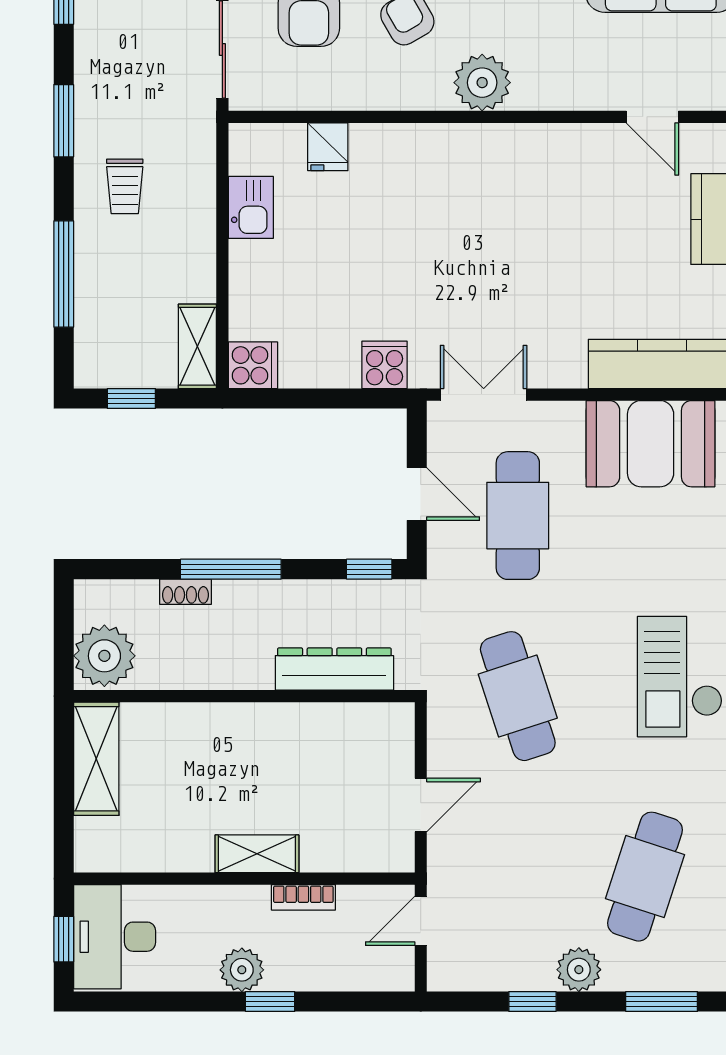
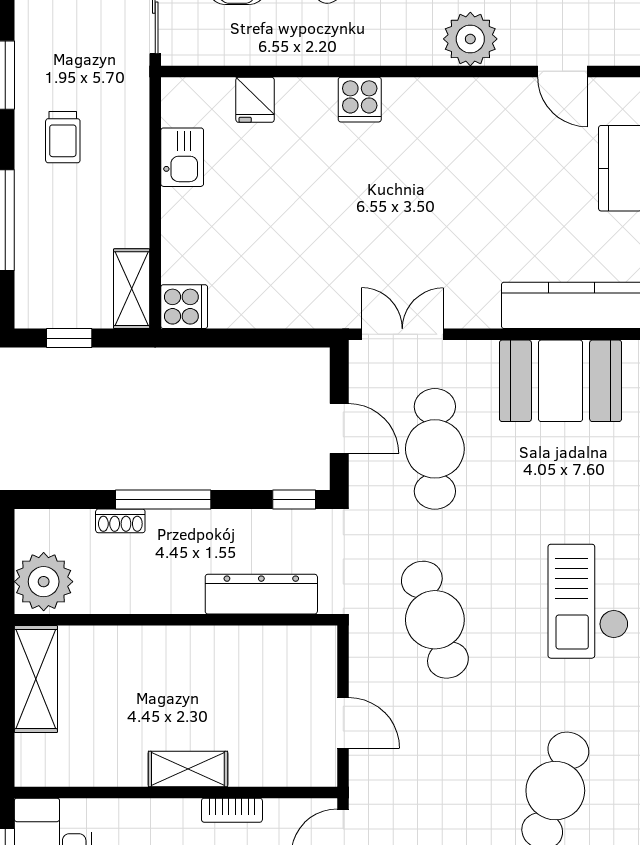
plant: (482, 83) -> (470, 39), moved
cooker: (385, 365) -> (360, 100), moved, turned 180
door: (421, 805) -> (343, 723), hinge flipped

